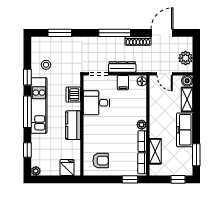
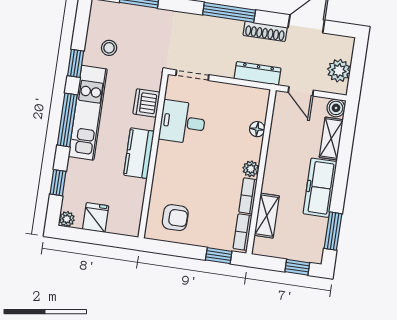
dresser: (122, 67) -> (258, 73), moved
floor lamp: (142, 81) -> (257, 129), moved
filing cabinet: (123, 83) -> (231, 96), removed
fridge: (67, 168) -> (96, 217), moved

